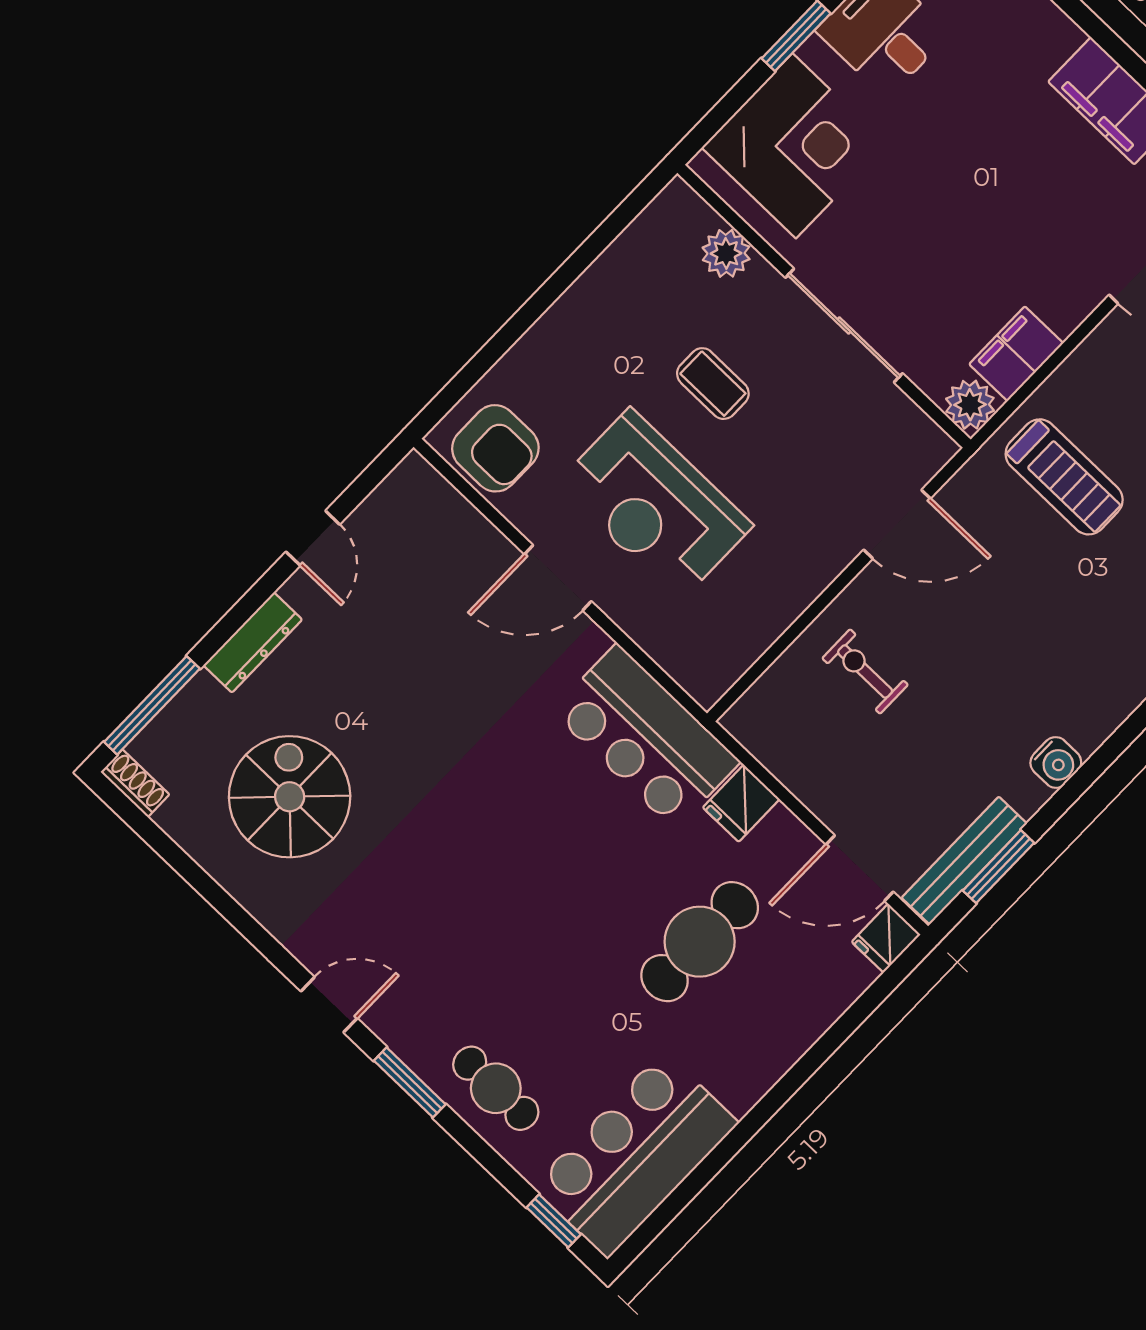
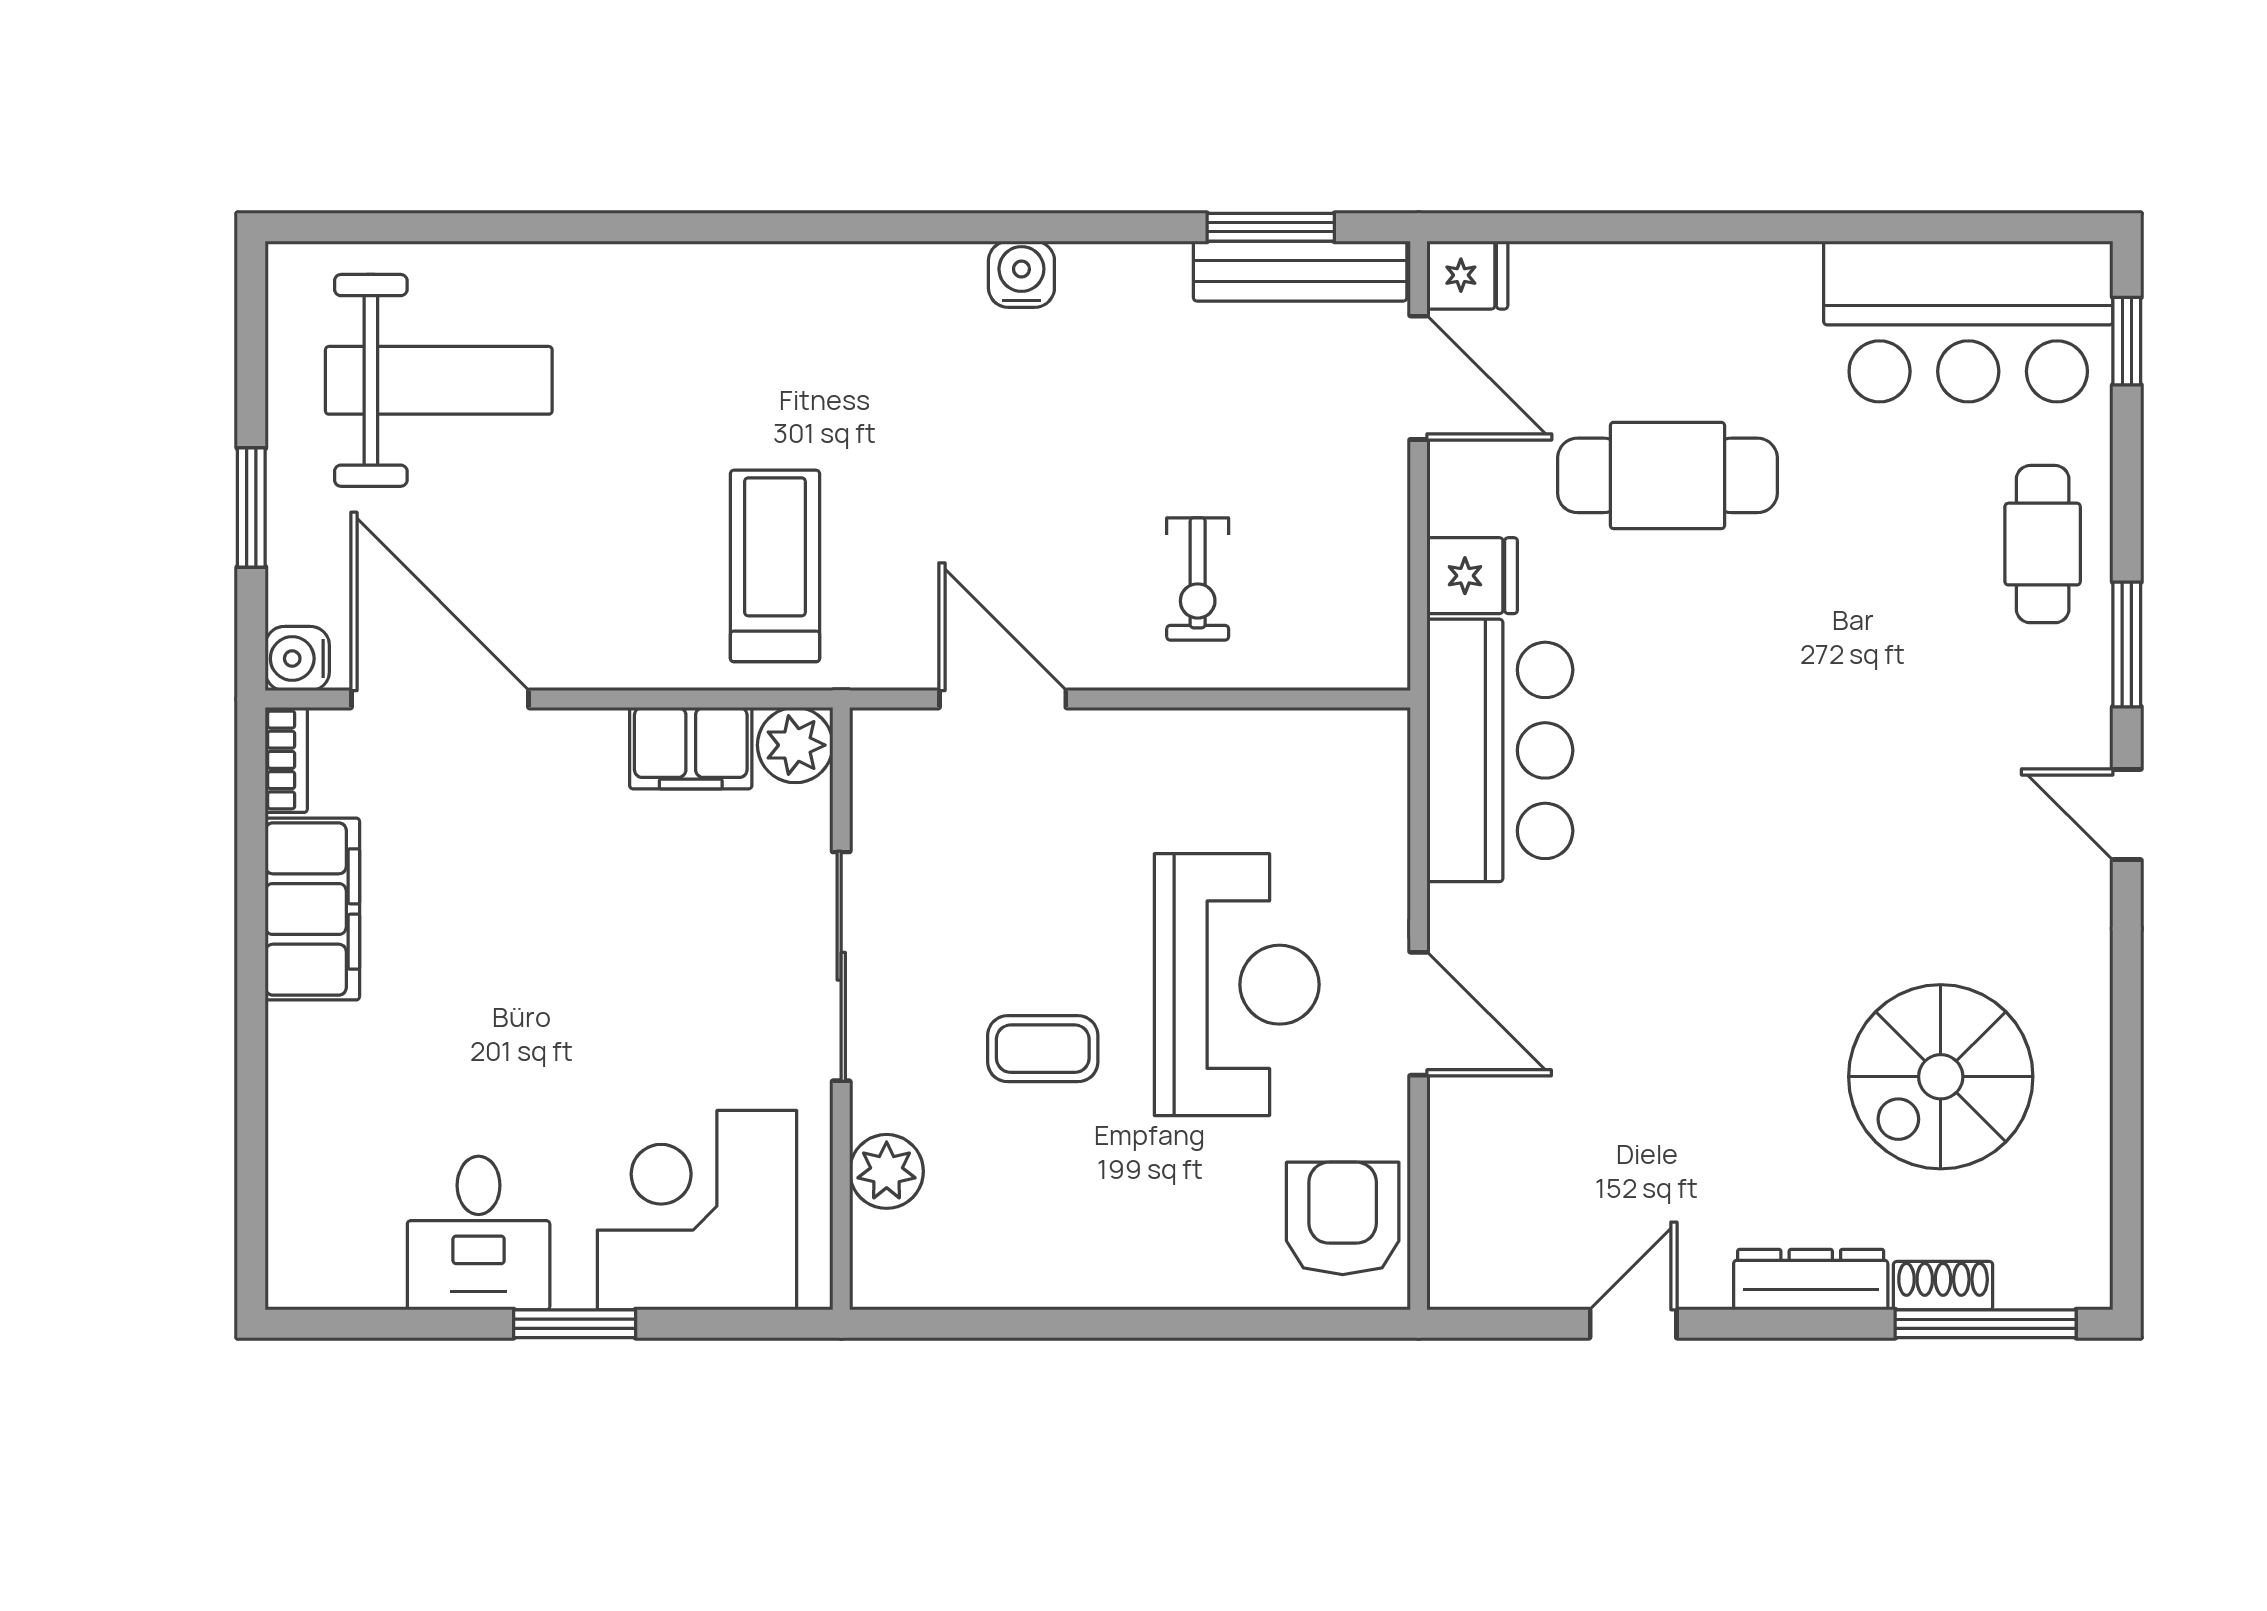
coffee table: (713, 384) -> (1043, 1049), turned 90
water cooler: (1056, 762) -> (1021, 274), moved
shoe rack: (135, 783) -> (1943, 1286), moved, turned 90

